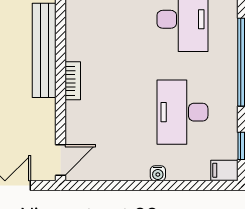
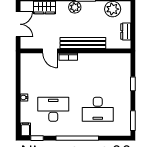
door: (60, 160) -> (50, 51), moved

